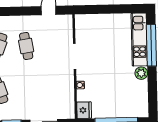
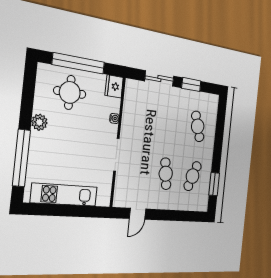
kitchen unit: (139, 39) -> (64, 195), moved, turned -90
round table: (121, 99) -> (70, 92), added

